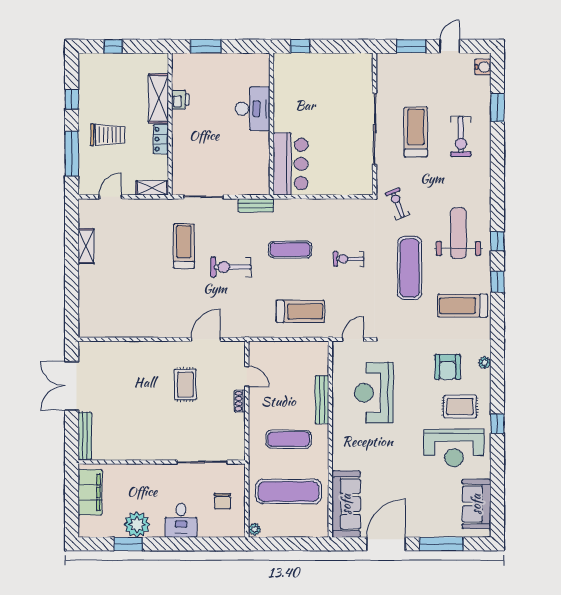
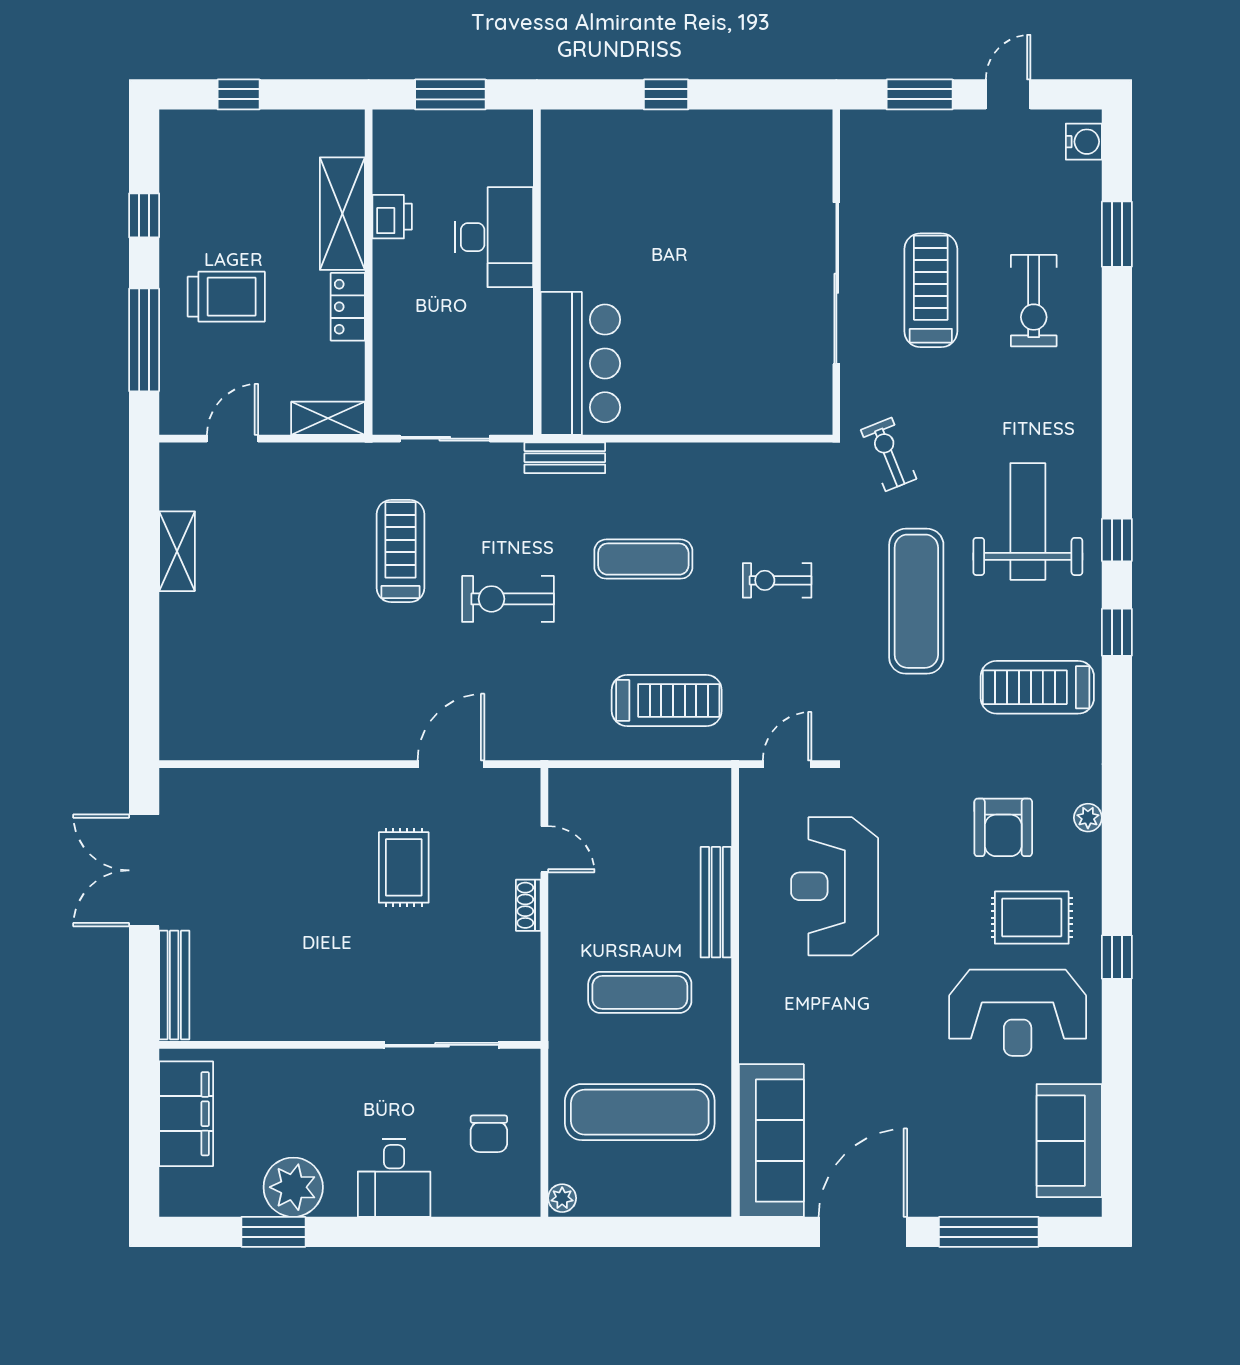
desk: (253, 109) -> (494, 237), moved
wall: (271, 124) -> (537, 272), moved
bar counter: (290, 164) -> (580, 363), moved

